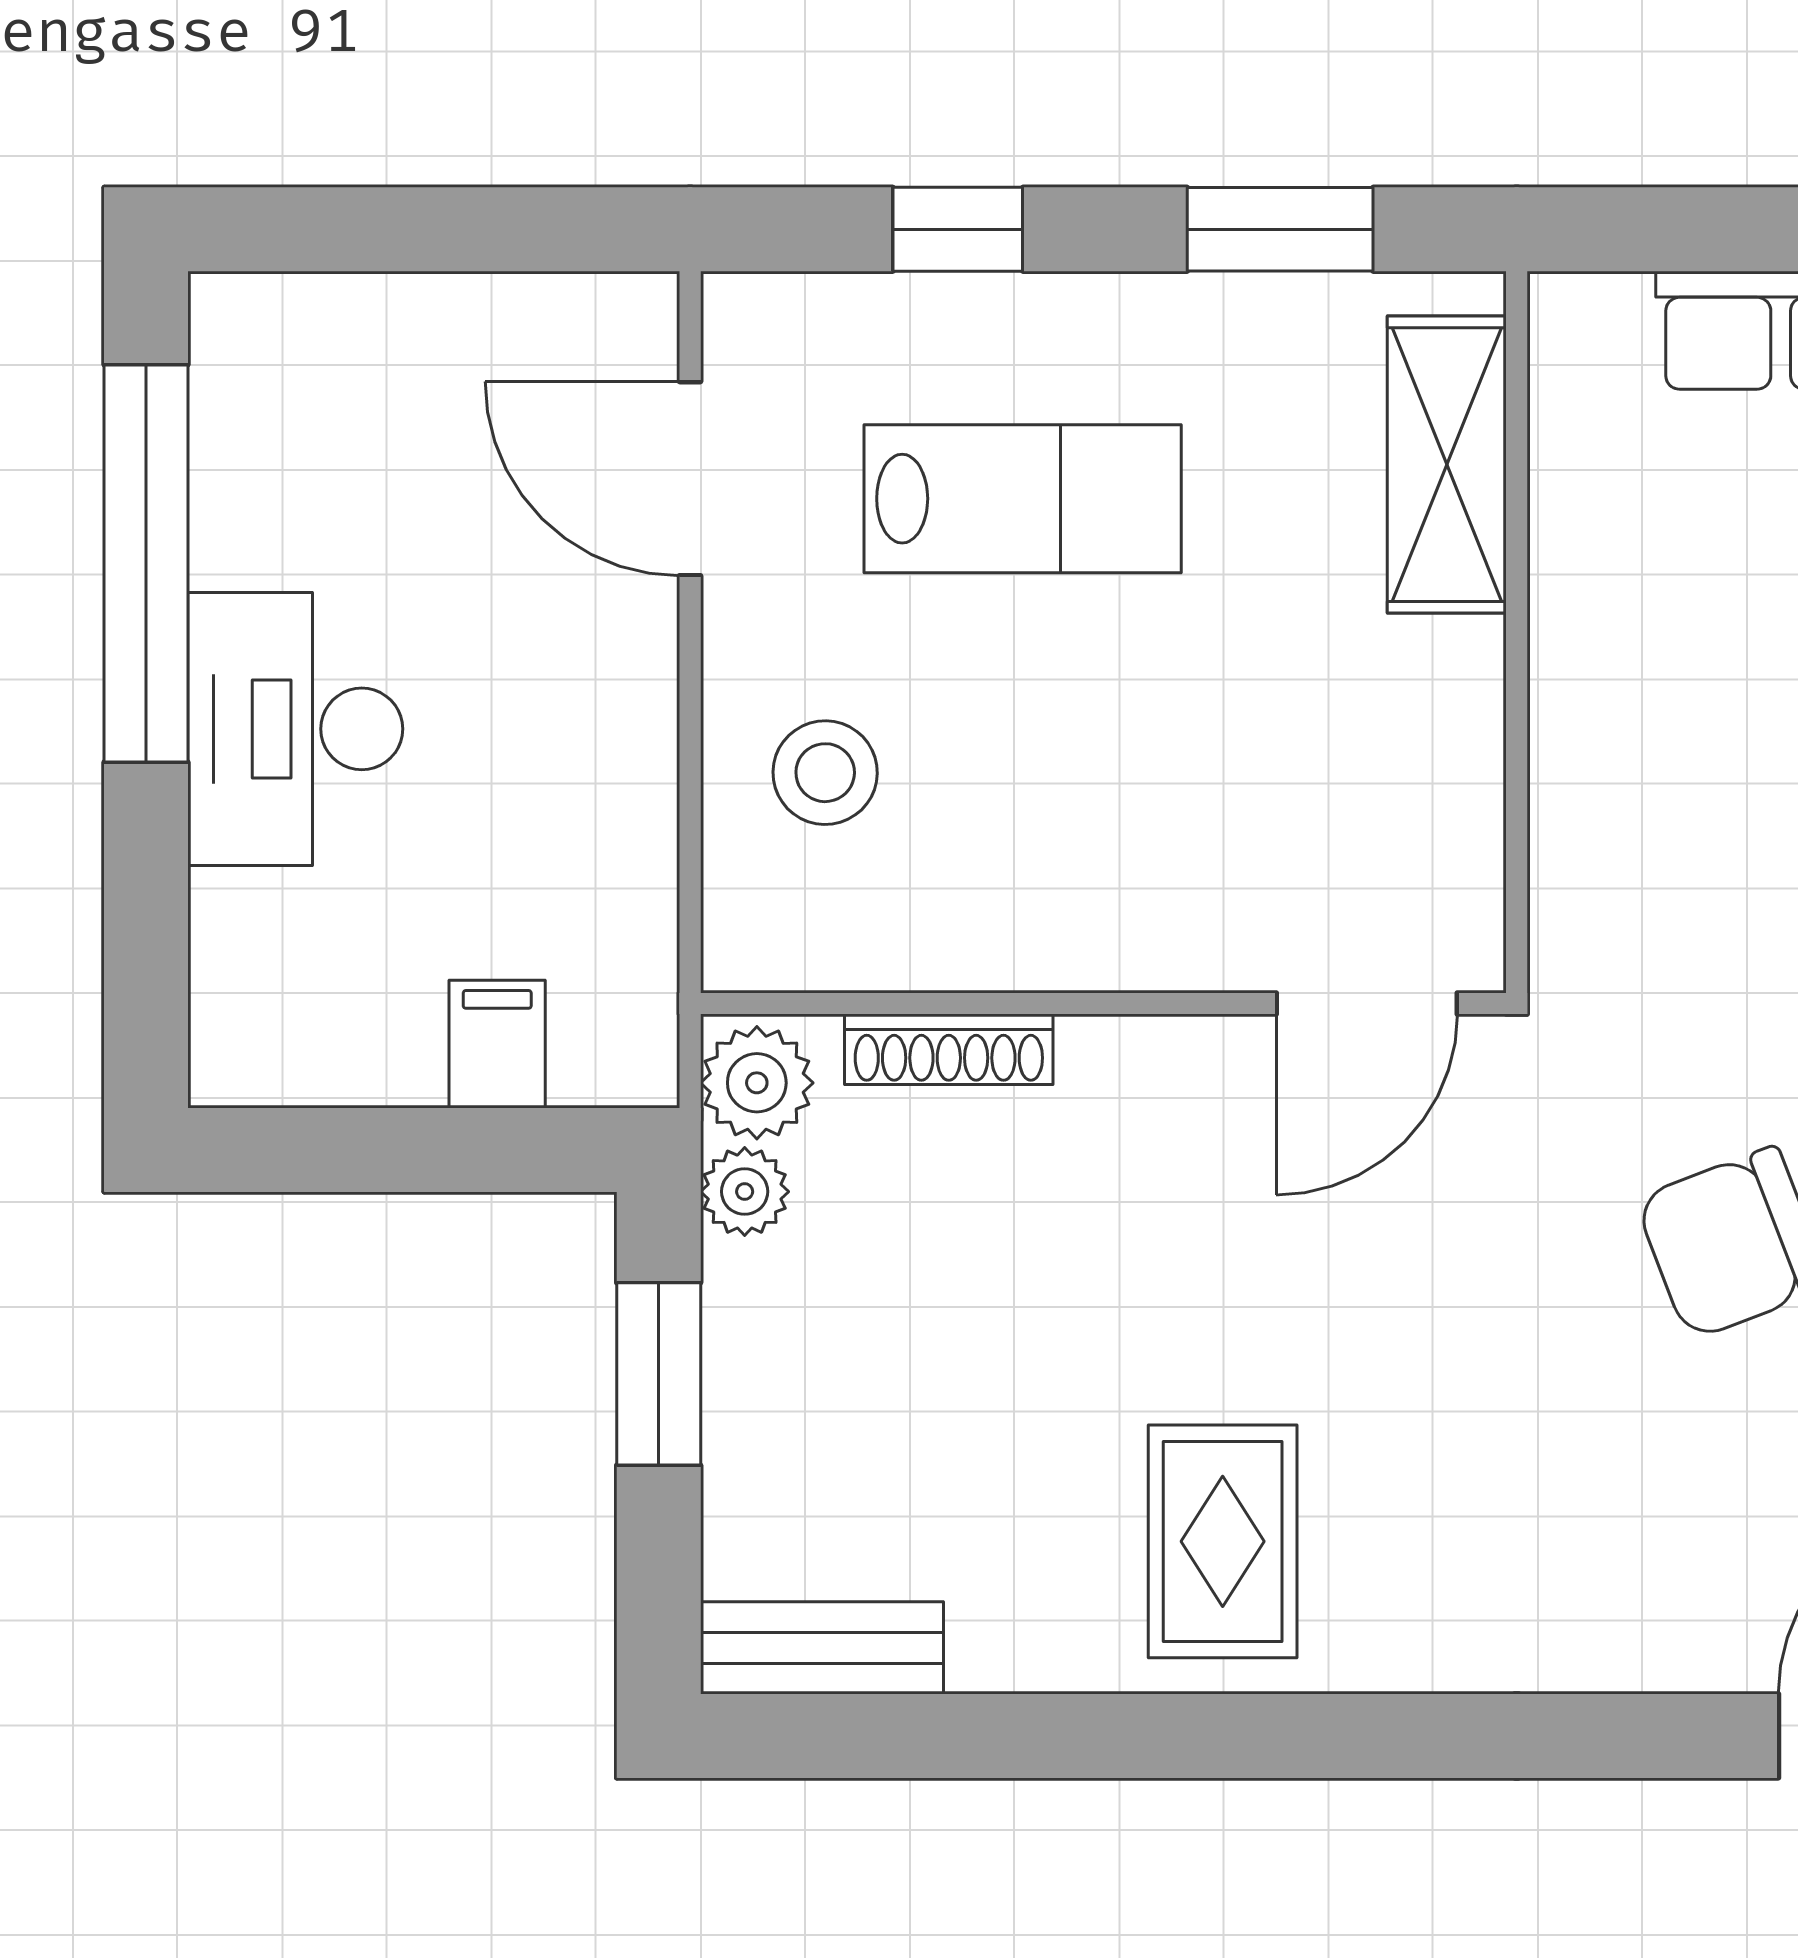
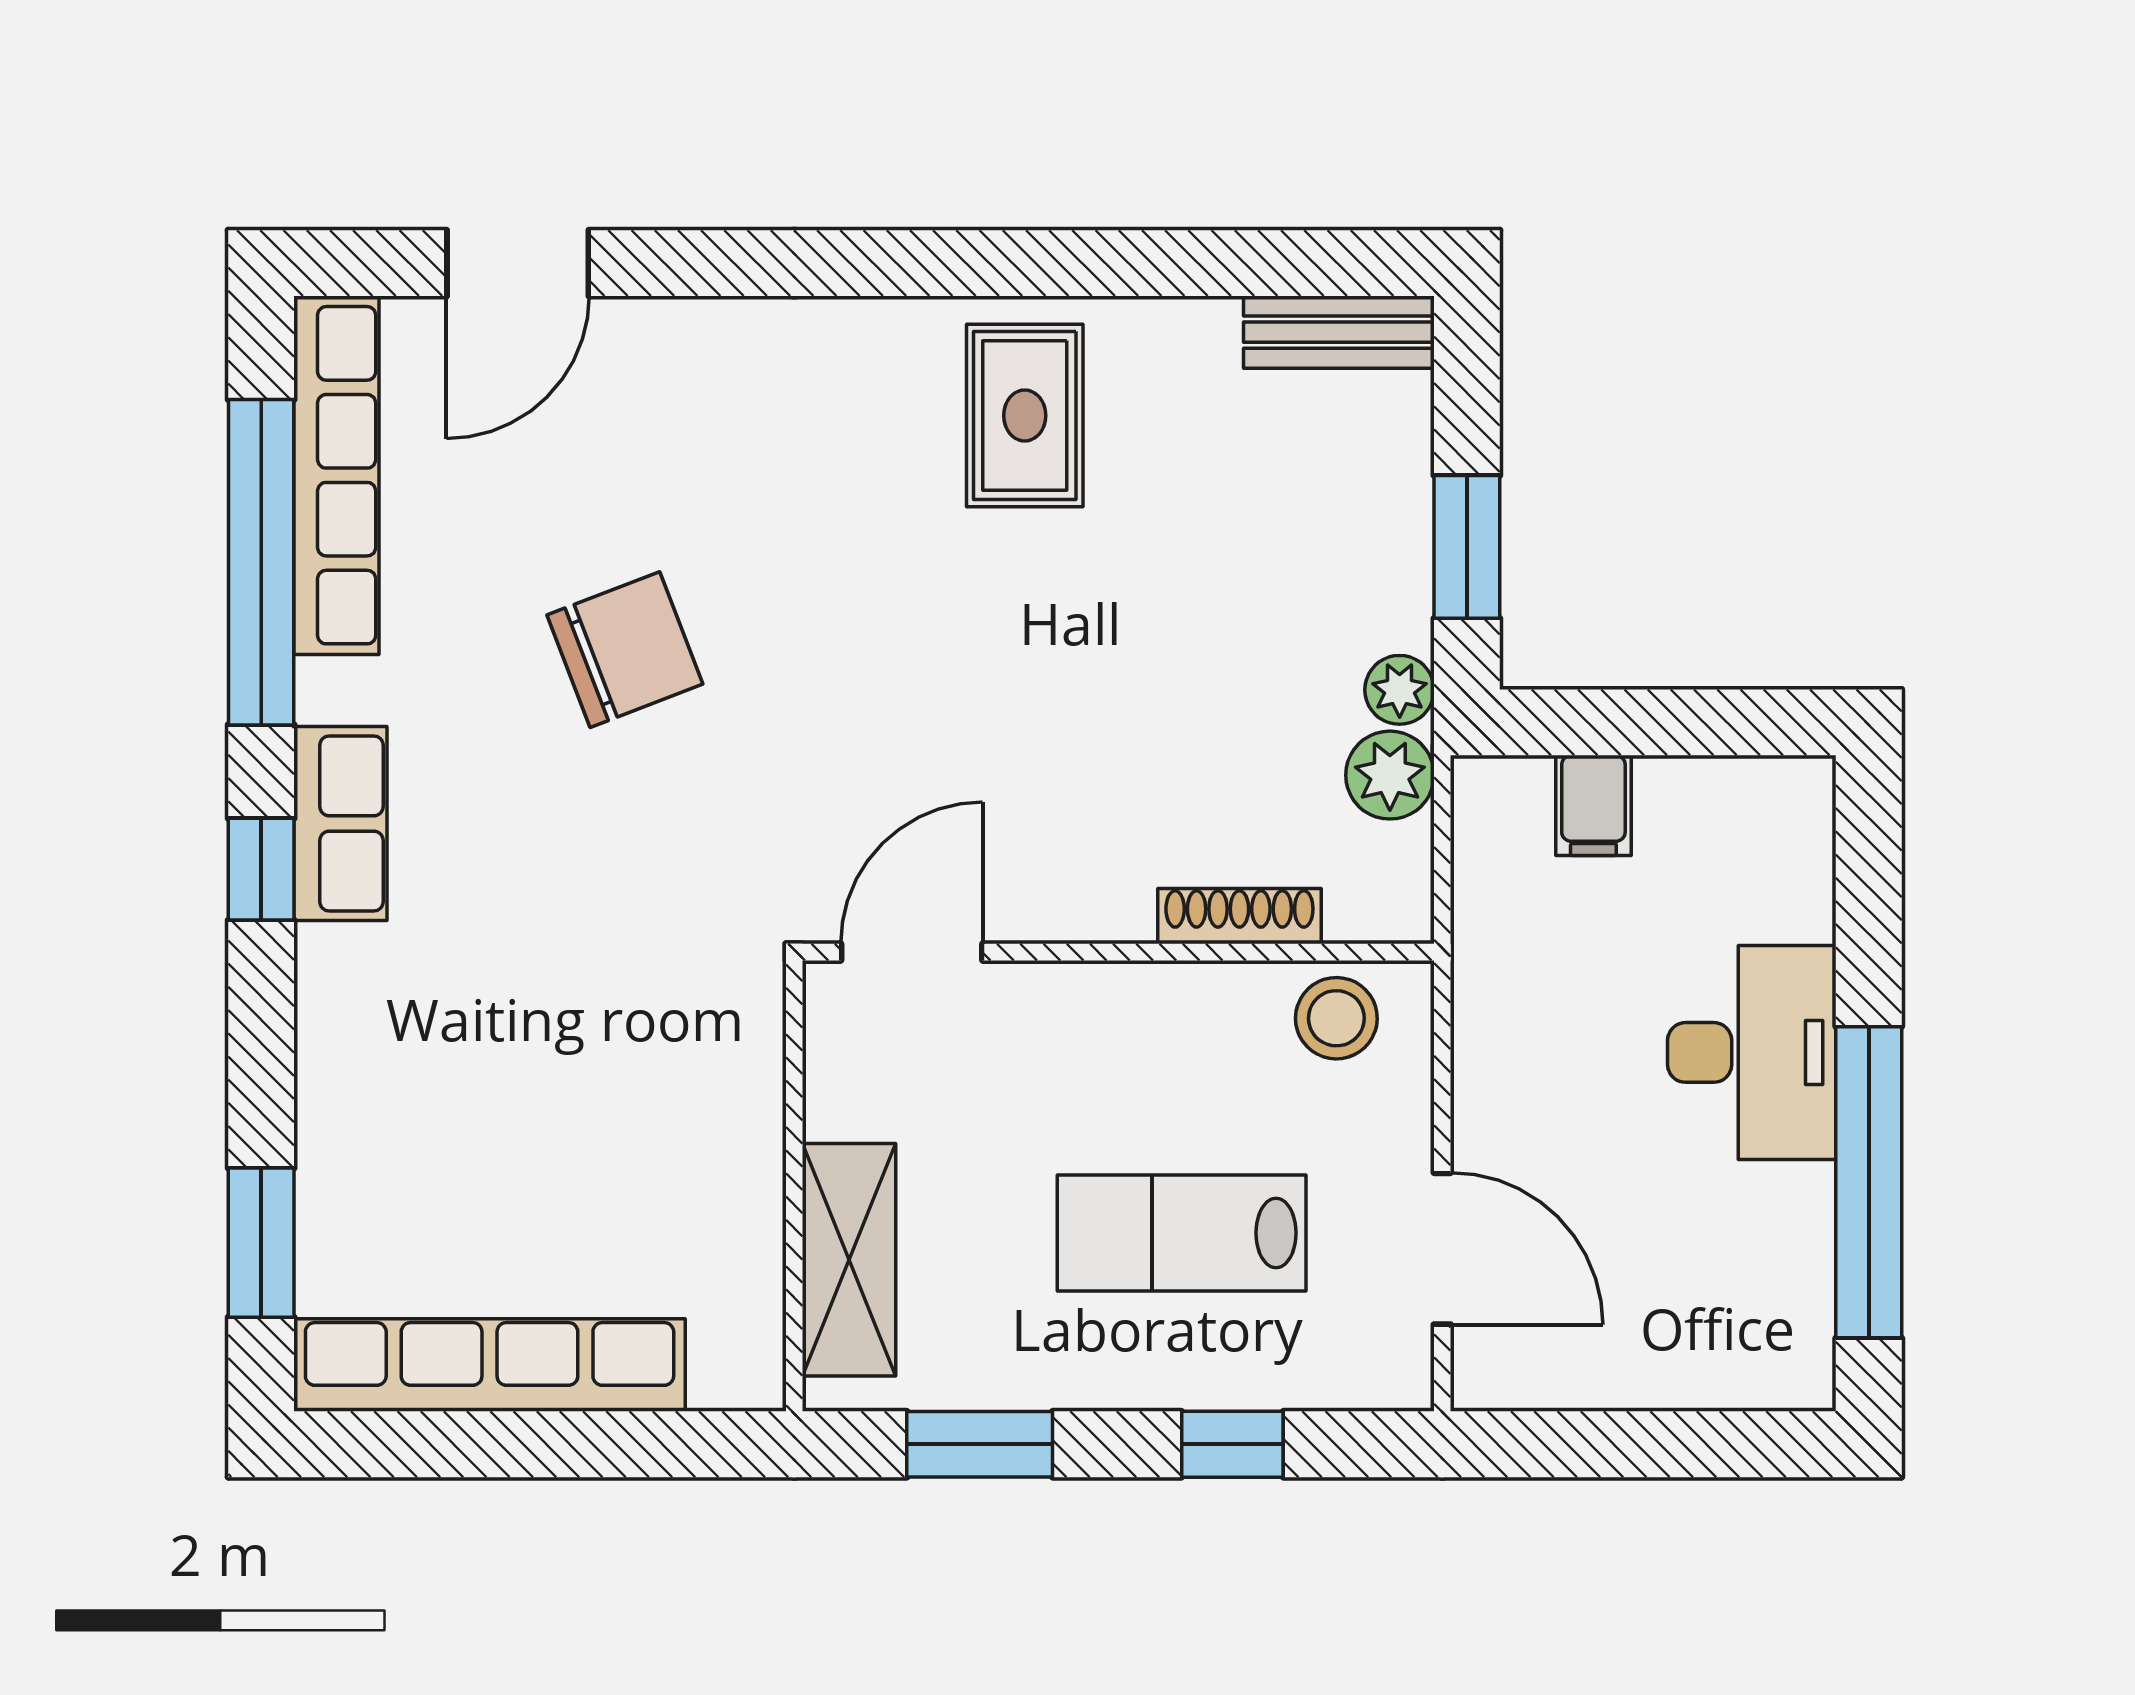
wall: (1103, 1004) -> (1118, 952), moved
door: (1367, 1004) -> (912, 952), moved
shoe rack: (949, 1049) -> (1239, 916), moved

